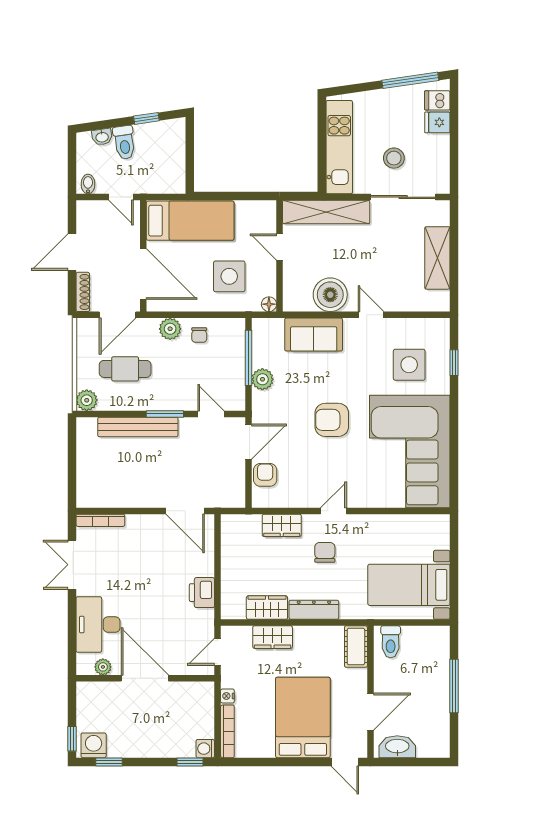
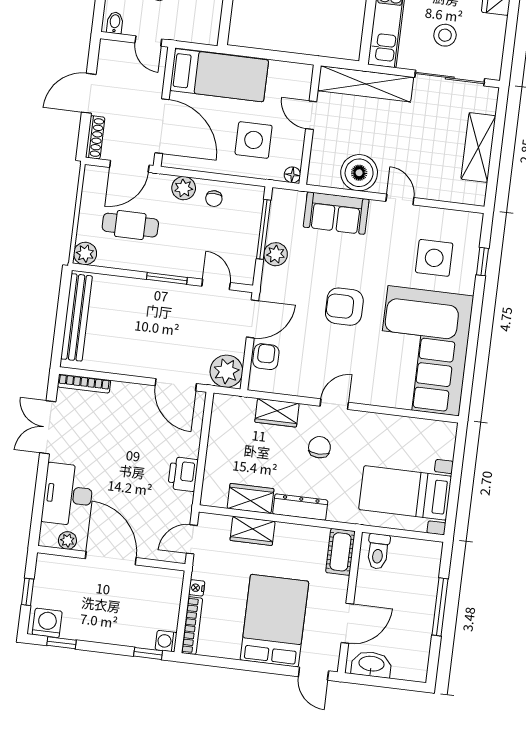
bench: (138, 427) -> (77, 317), moved, turned 90
plant: (230, 493) -> (226, 371), added
window: (72, 739) -> (28, 592), moved

